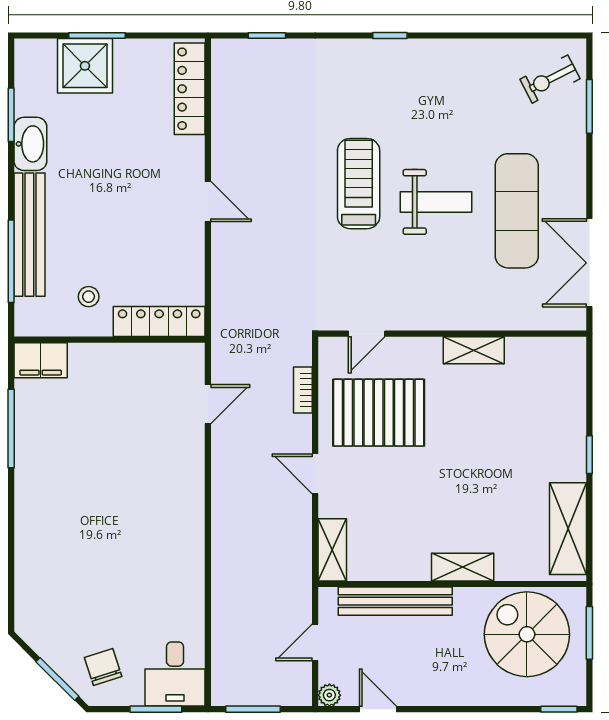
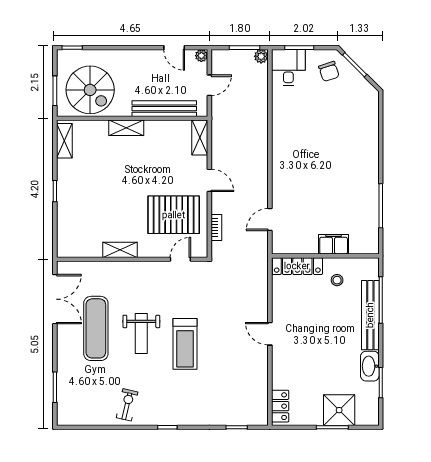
exercise bike: (550, 79) -> (127, 405), moved, turned -50
locker: (190, 89) -> (280, 406), width x0.66
weight bench: (436, 202) -> (141, 333), turned -90
filing cabinet: (41, 360) -> (334, 244), moved
shelving: (568, 529) -> (64, 141), width x0.67, depth x0.75
plant: (223, 694) -> (261, 56), added

